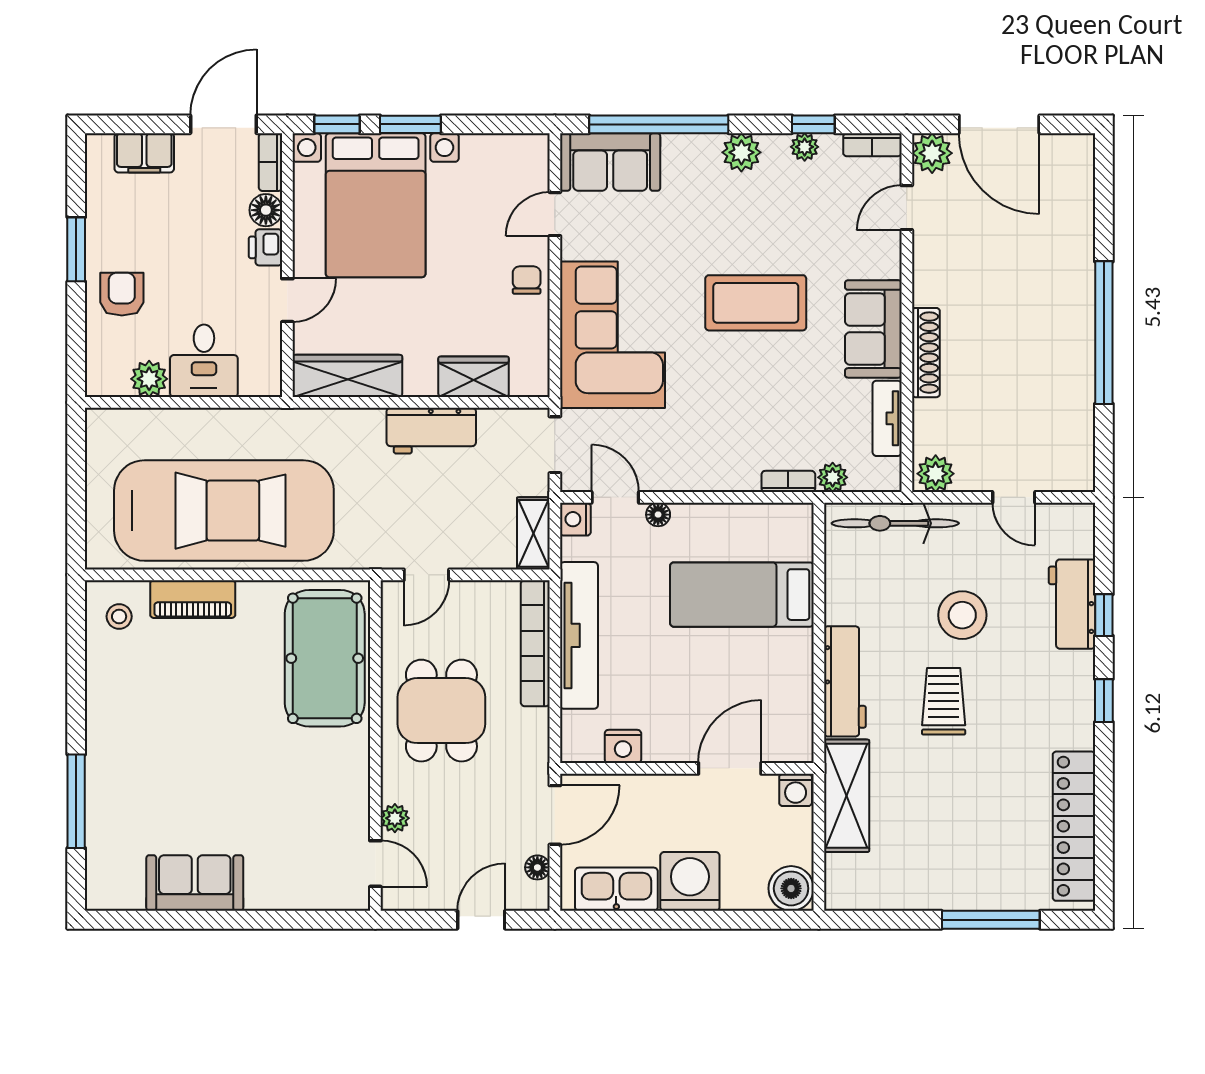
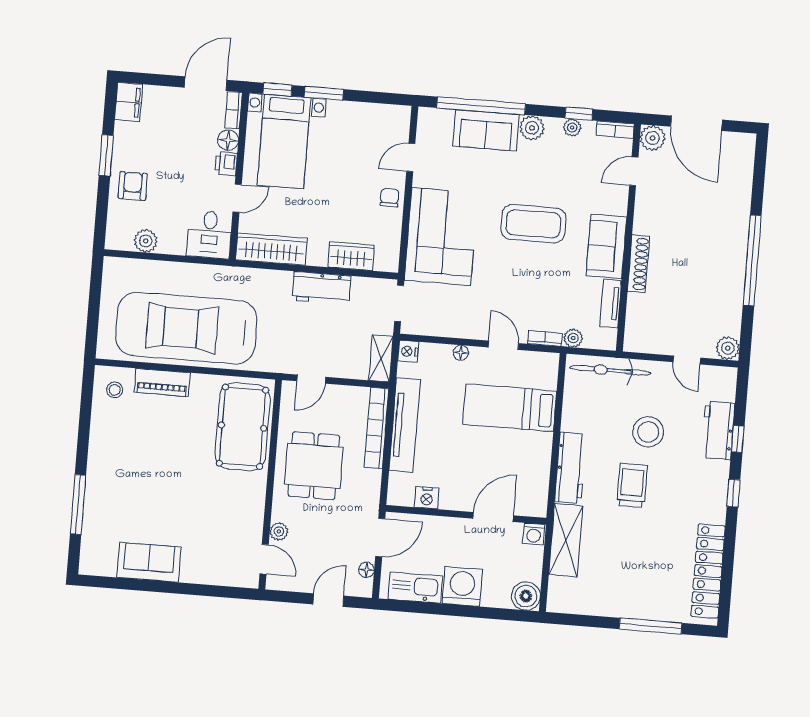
filing cabinet: (144, 153) -> (129, 102), moved, turned -90
sofa: (610, 162) -> (486, 130), moved
bed with nightstands: (376, 205) -> (284, 142), width x0.73
desk: (204, 361) -> (209, 235), moved
plant: (936, 474) -> (728, 348), moved
door: (615, 497) -> (503, 345), moved
car: (224, 511) -> (186, 328), turned 180

